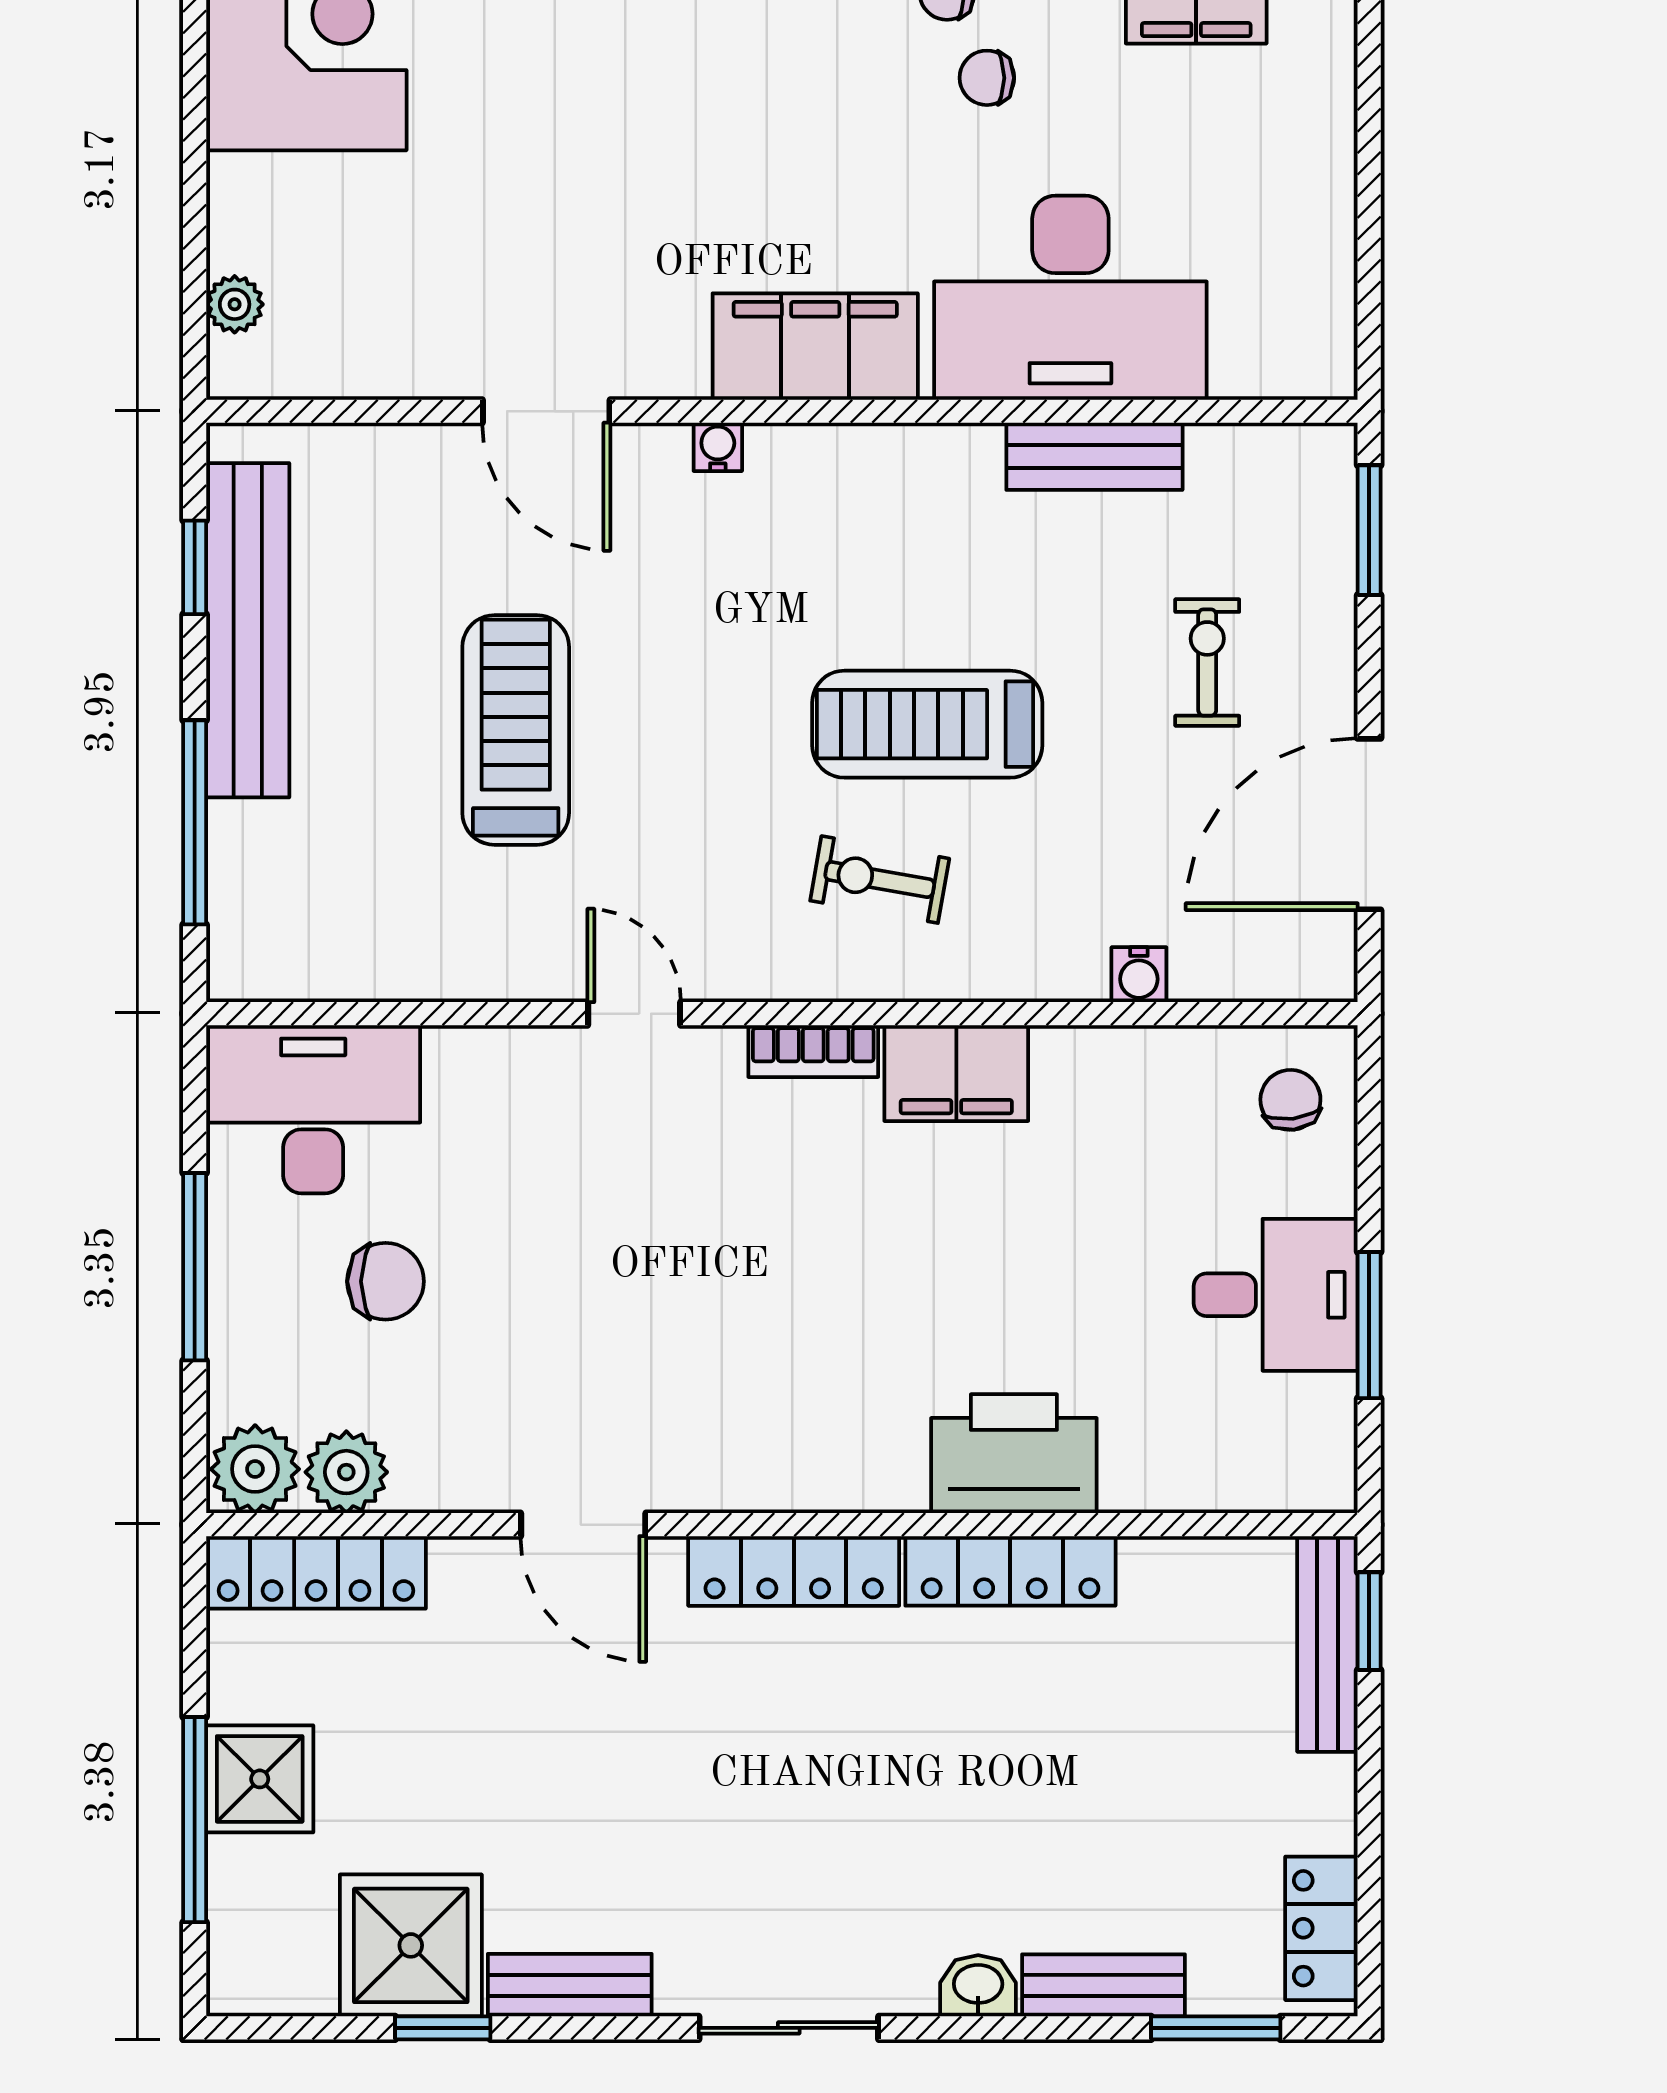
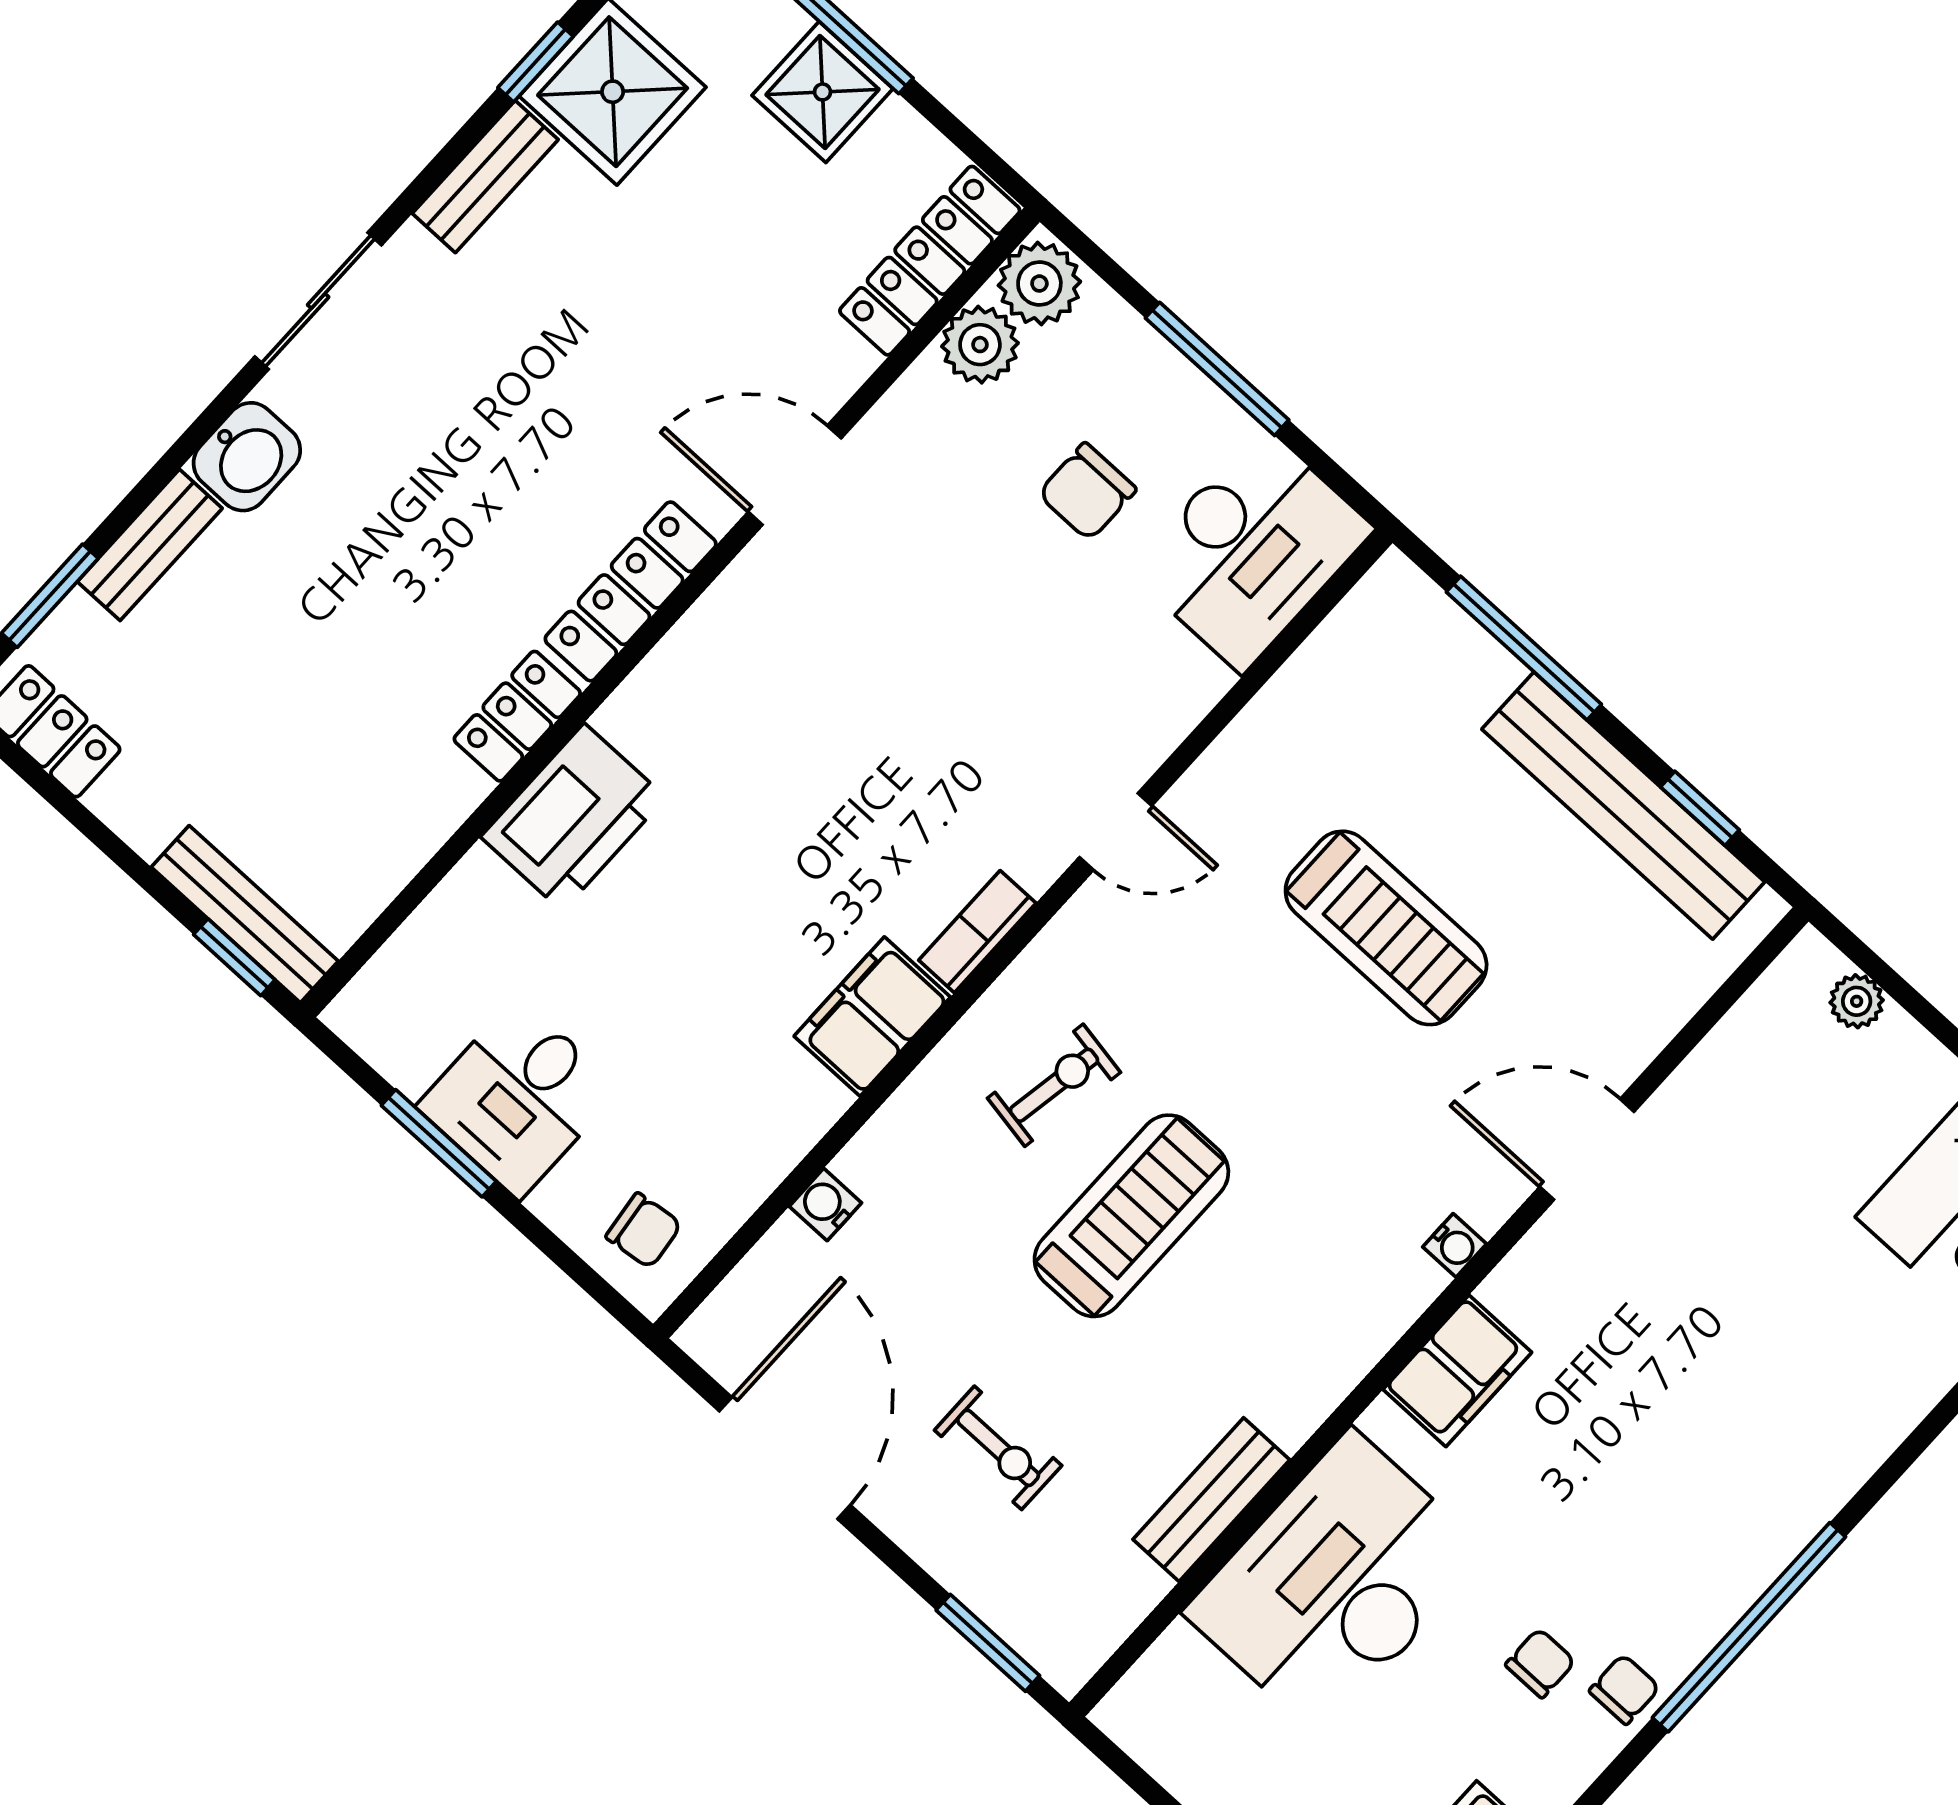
filing cabinet: (815, 347) -> (1457, 1371), width x0.67, depth x0.86
locker: (1010, 1571) -> (517, 716), width x0.66
washbasin: (978, 1986) -> (247, 457), width x1.38, depth x1.45

